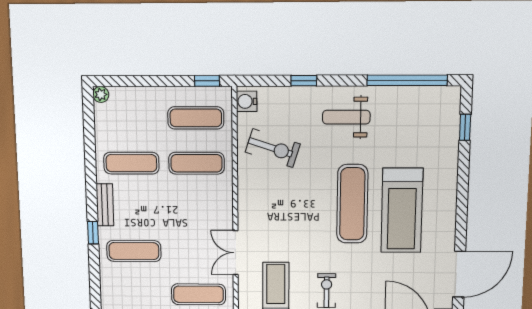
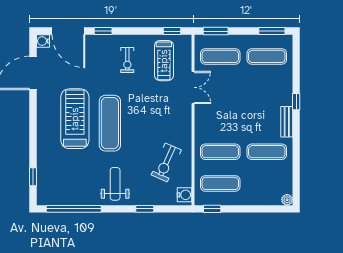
weight bench: (346, 117) -> (115, 184), turned -90
exercise bike: (273, 148) -> (166, 162), turned -84
exercise mat: (134, 251) -> (267, 56), moved

